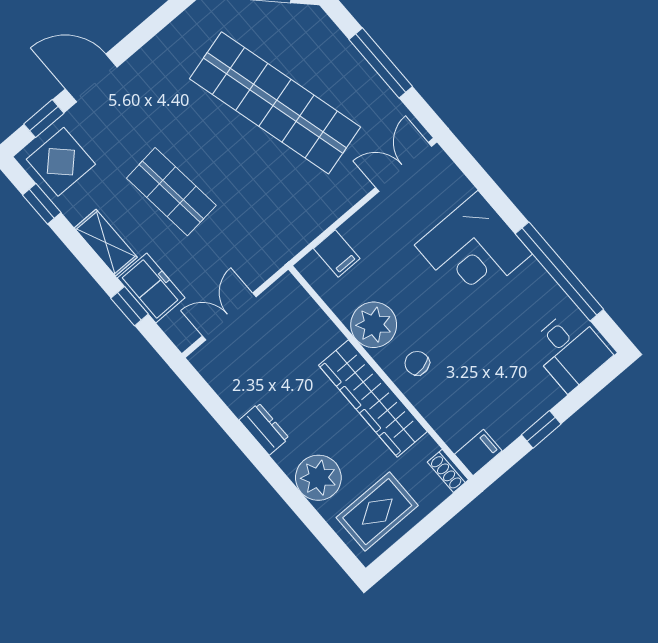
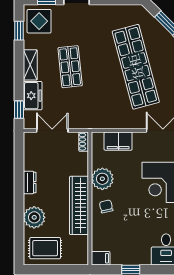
filing cabinet: (337, 253) -> (118, 141), width x2.00
window: (130, 306) -> (19, 110), moved
shoe rack: (448, 471) -> (84, 142), moved

